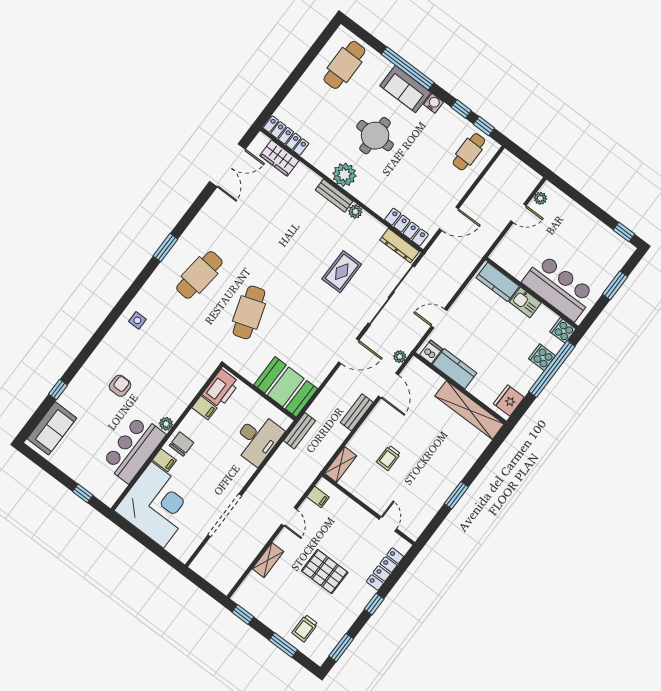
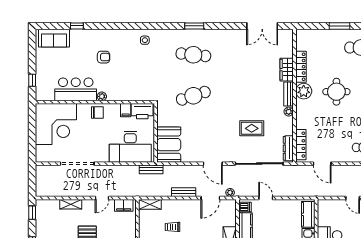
window: (298, 72) -> (339, 26), added
locker: (286, 136) -> (301, 67), moved
wardrobe: (279, 158) -> (287, 70), moved
desk: (257, 439) -> (130, 147), width x1.36, depth x1.30
filing cabinet: (164, 460) -> (82, 110), removed
filing cabinet: (318, 497) -> (124, 205), width x2.00

